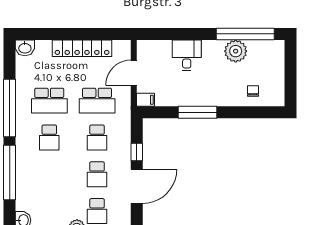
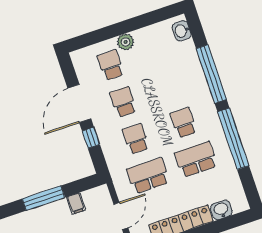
washbasin: (25, 48) -> (221, 210), moved
filing cabinet: (146, 100) -> (76, 204), moved, turned -90

